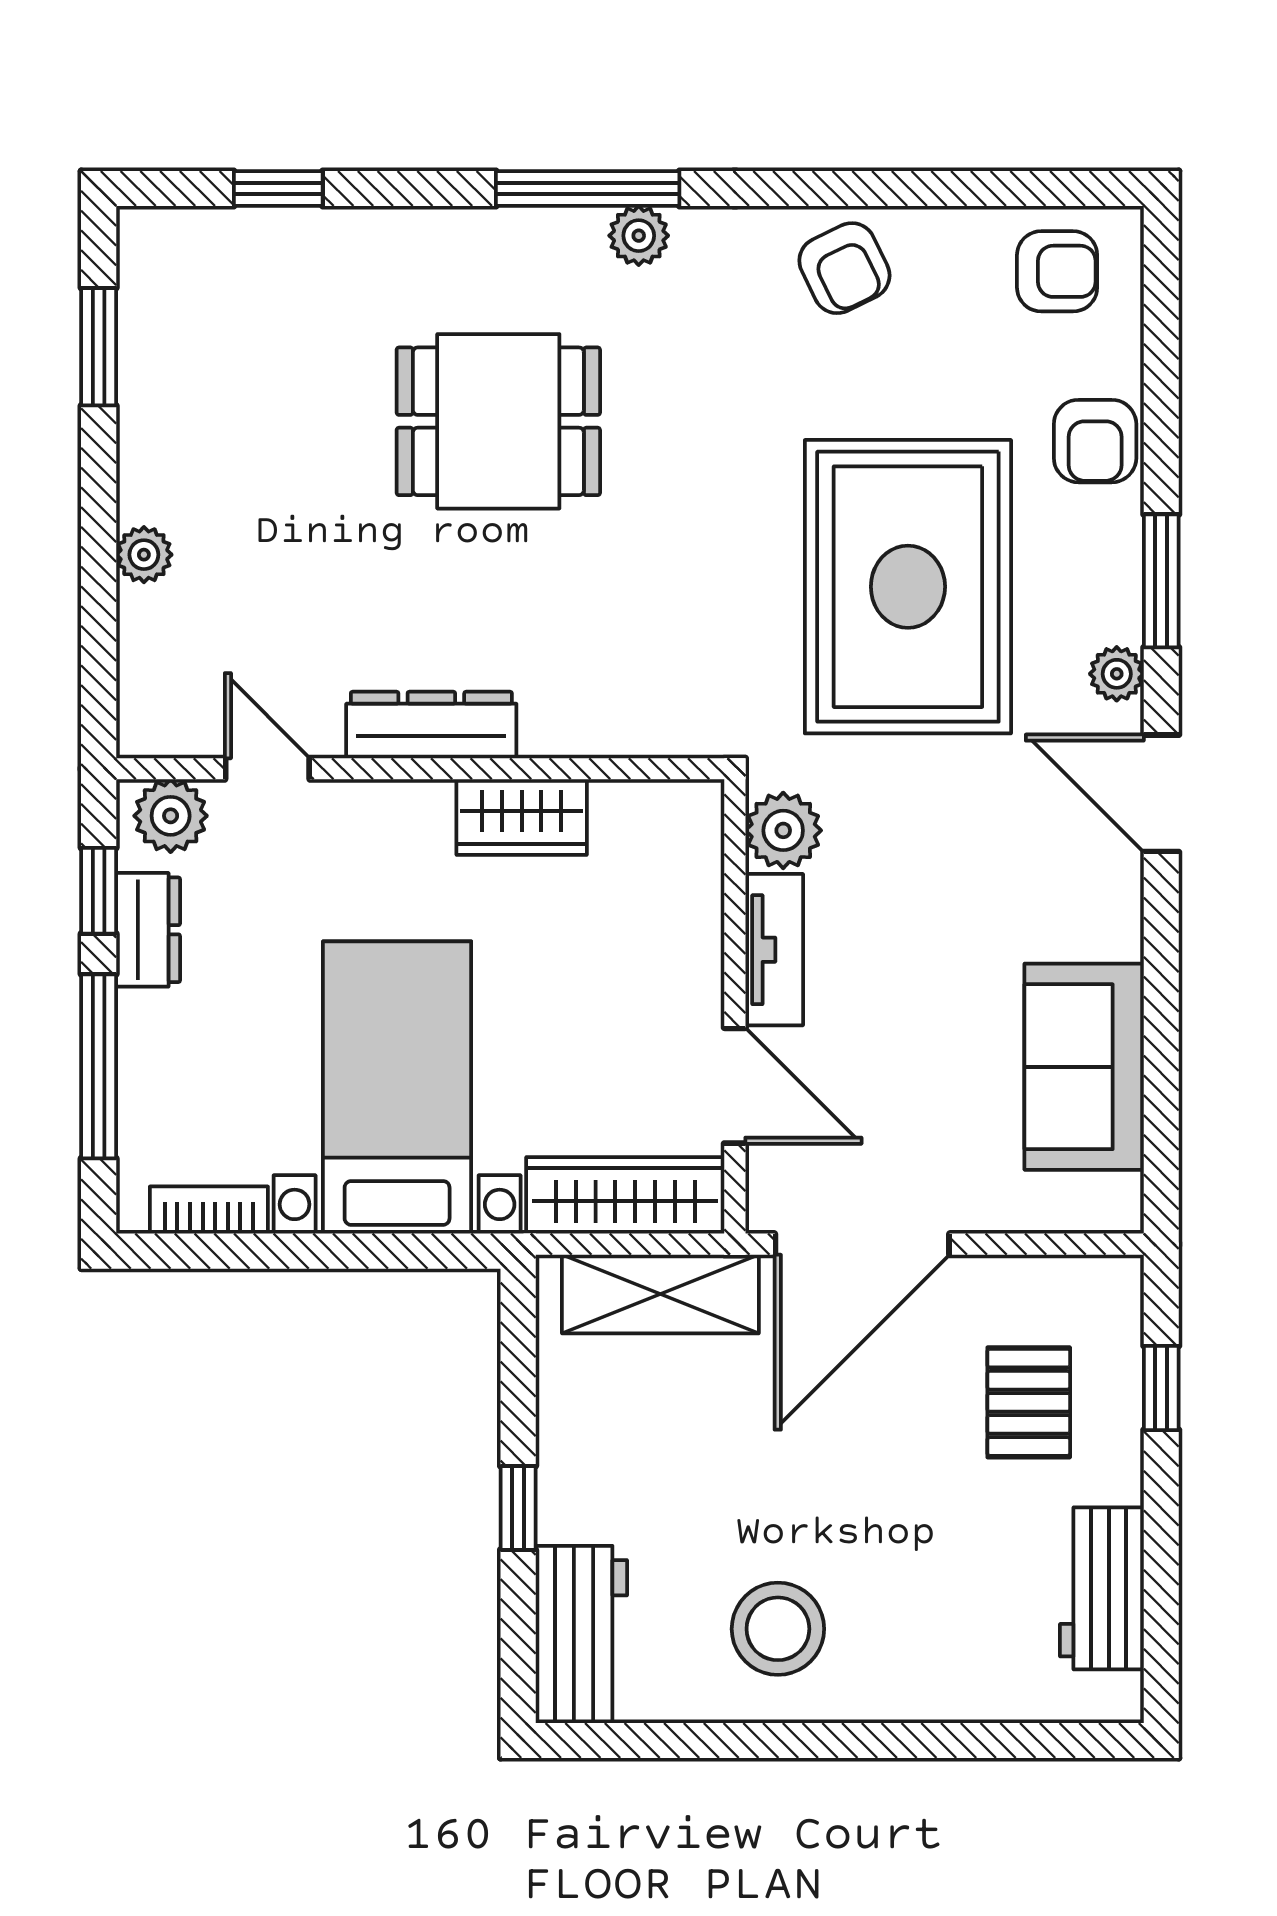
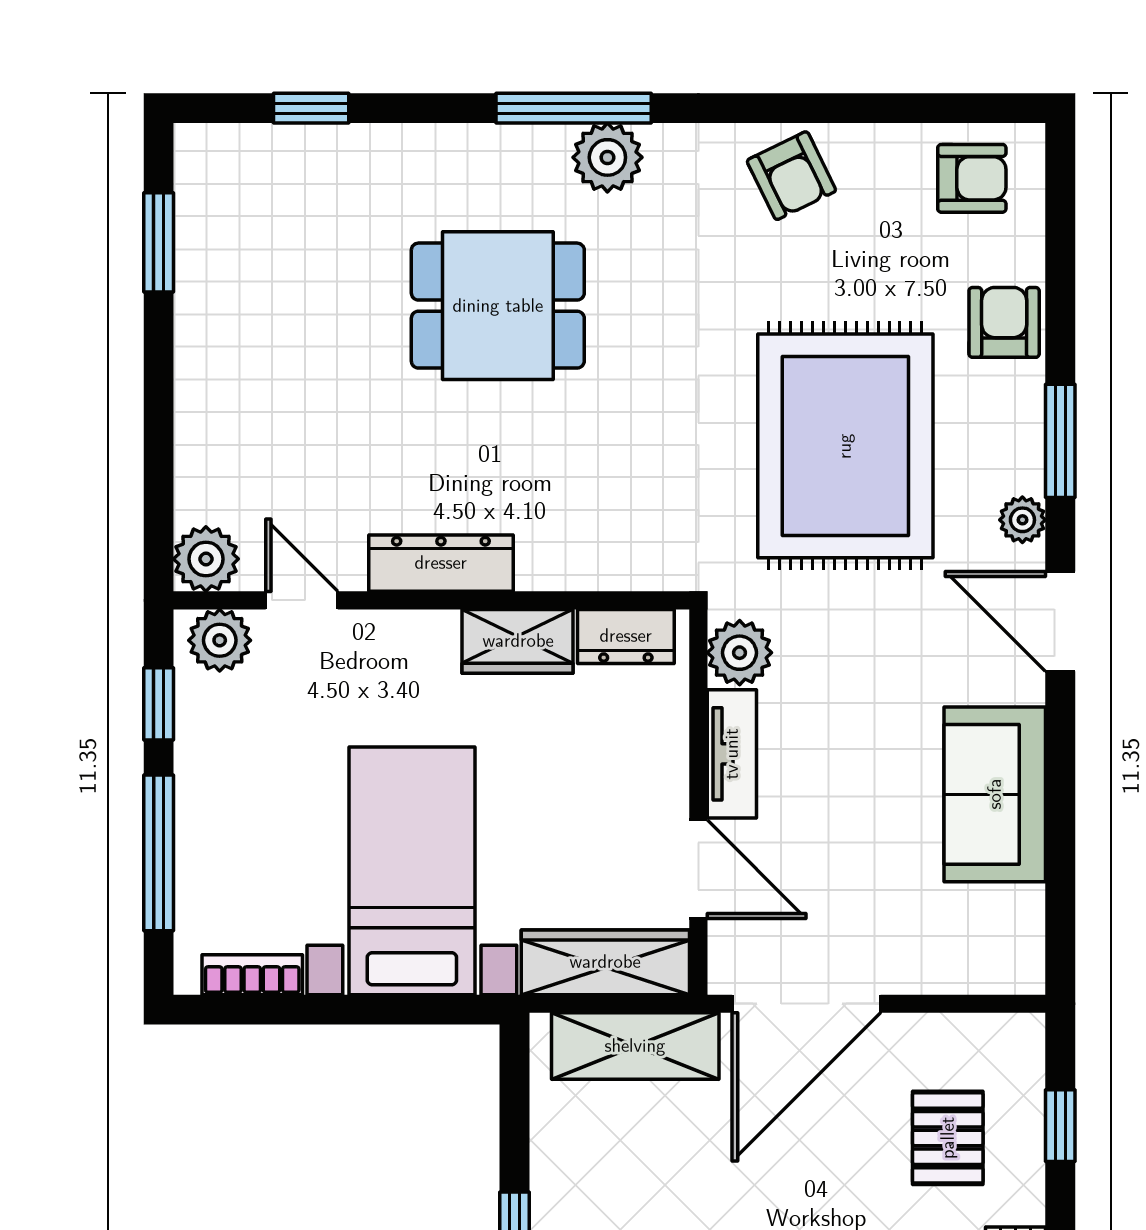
plant: (639, 236) -> (607, 157), width x1.38, depth x1.38
armchair: (1095, 441) -> (1004, 322), turned 180
plant: (144, 555) -> (206, 559), moved, width x1.38, depth x1.38
dresser: (148, 930) -> (626, 636), moved, turned 90
sofa: (1084, 1067) -> (995, 794), moved

